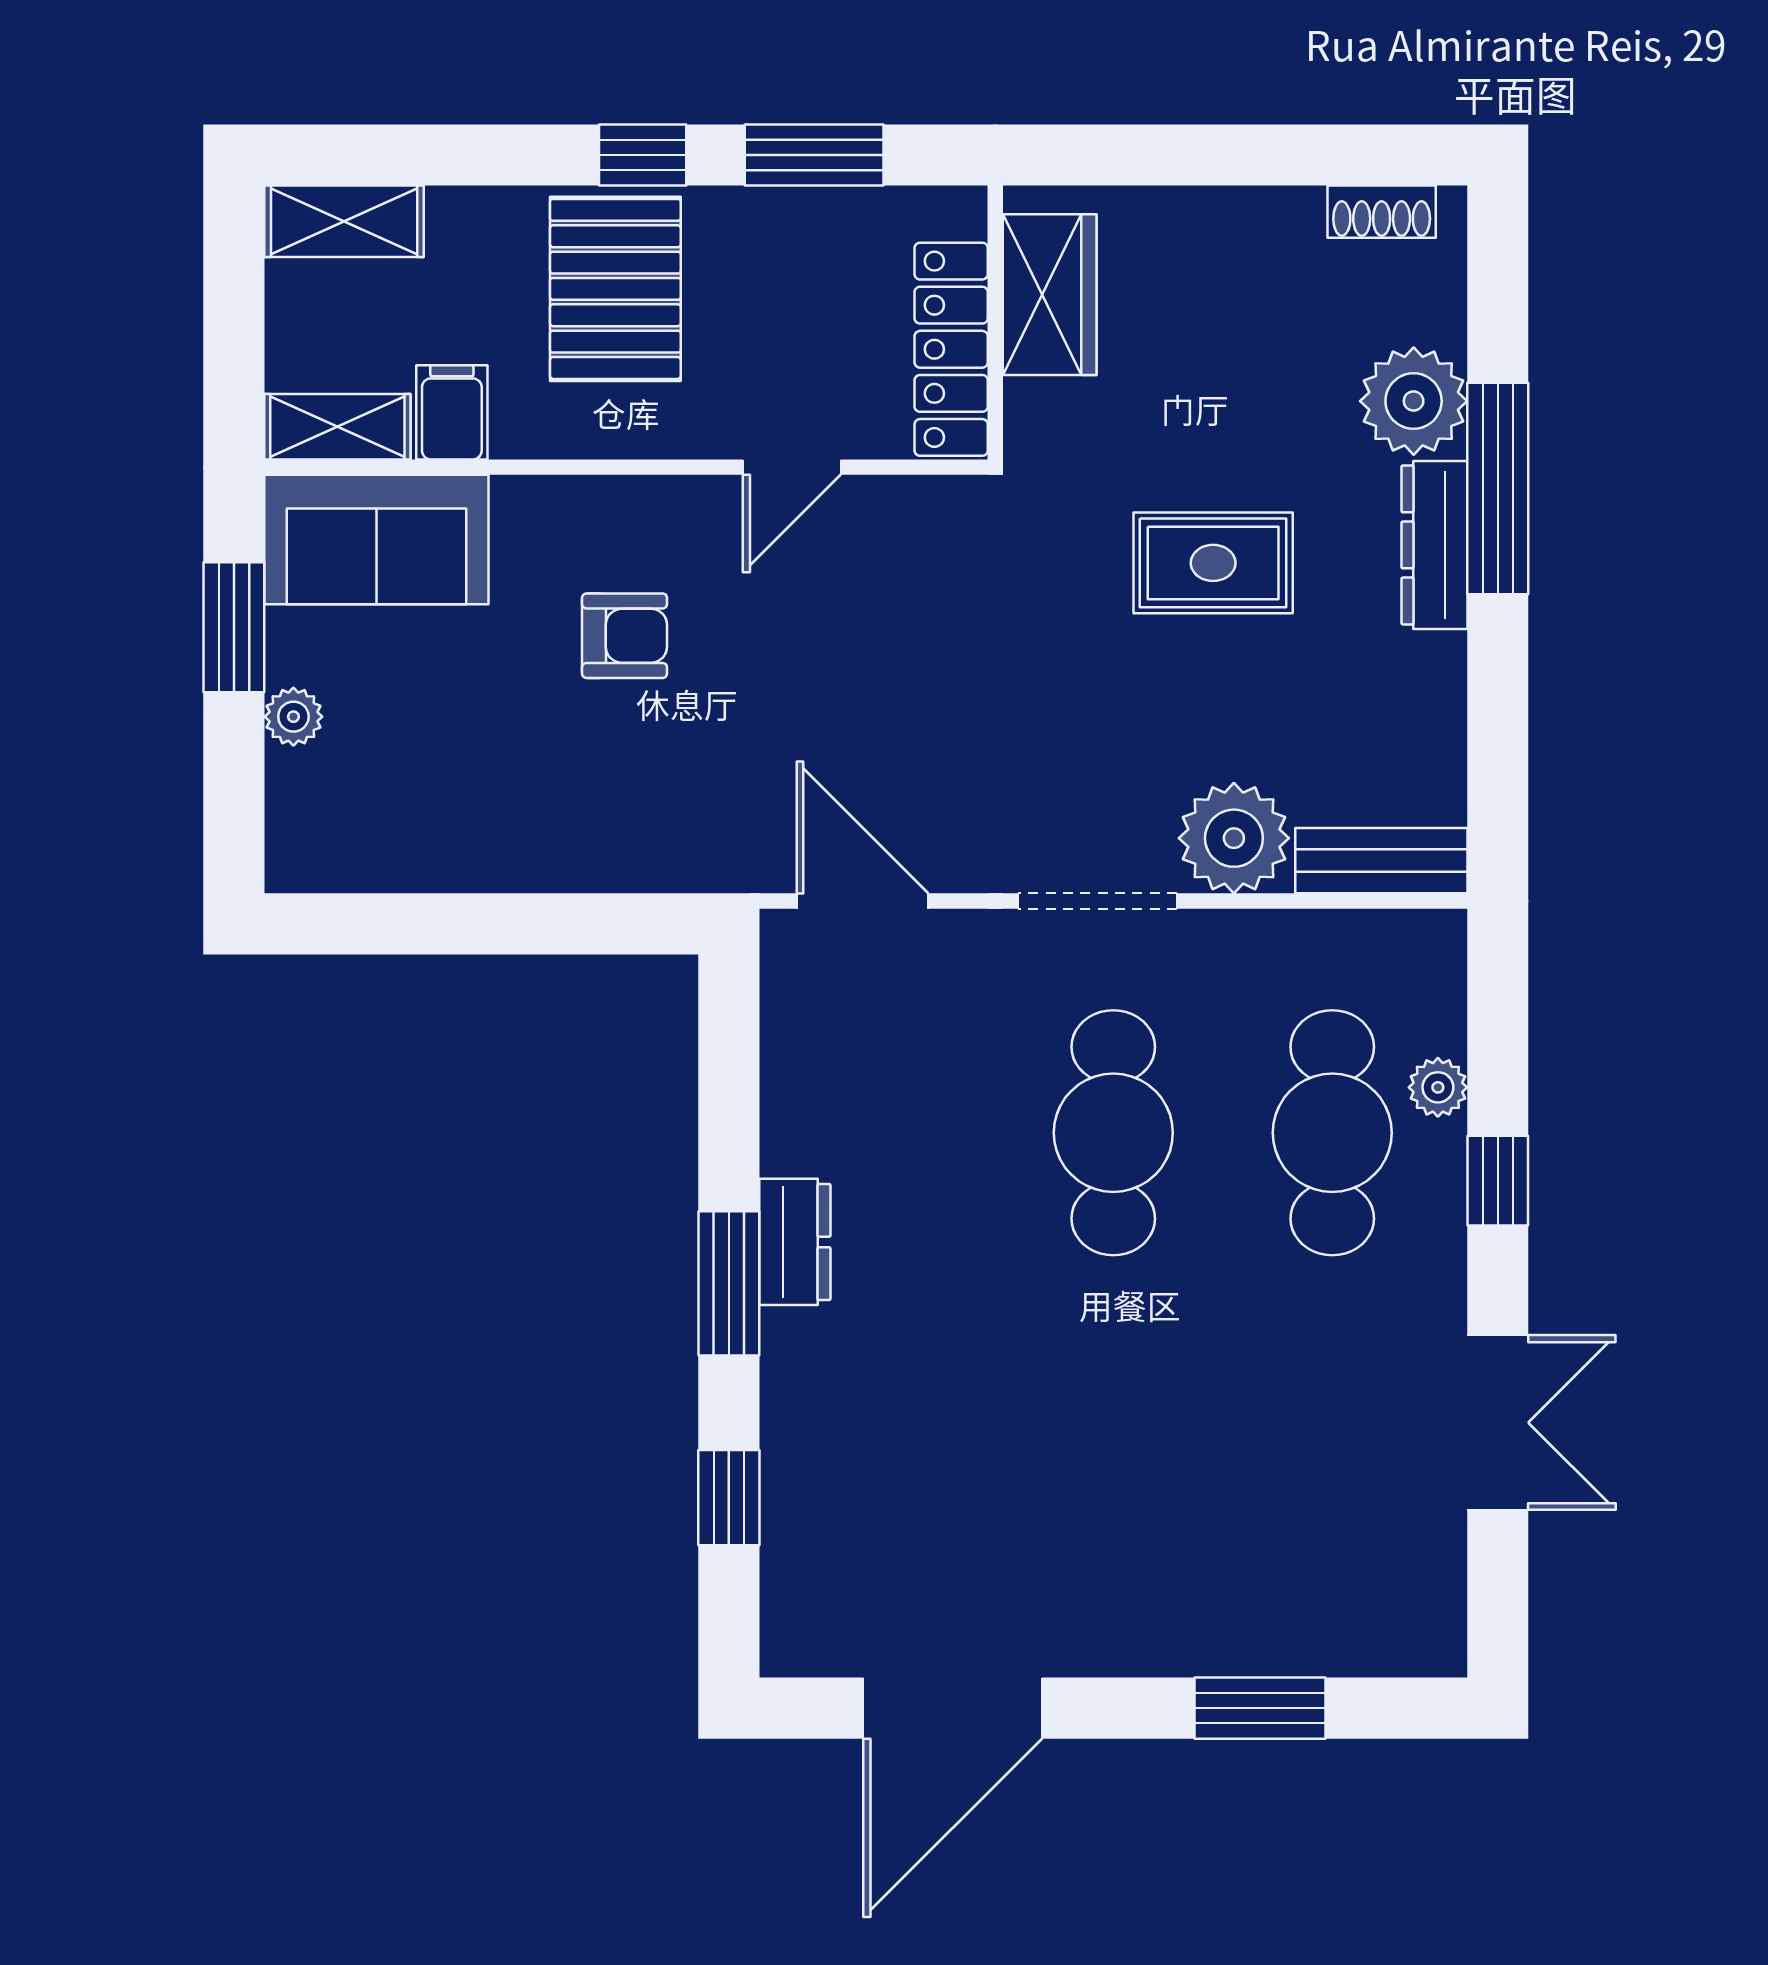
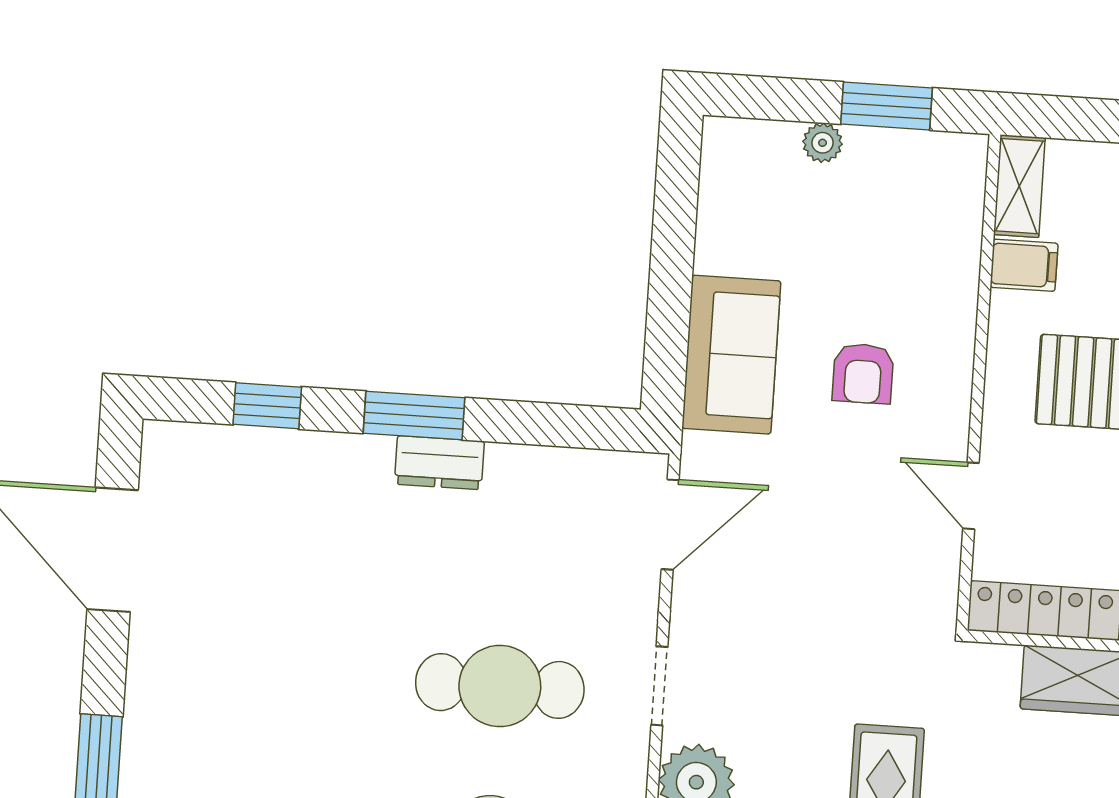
sofa: (376, 540) -> (731, 355), moved, turned 180
doorway: (1098, 901) -> (659, 686), width x0.73

